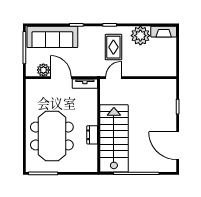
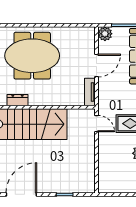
plant: (43, 70) -> (105, 34), moved
dresser: (92, 135) -> (18, 100), moved

